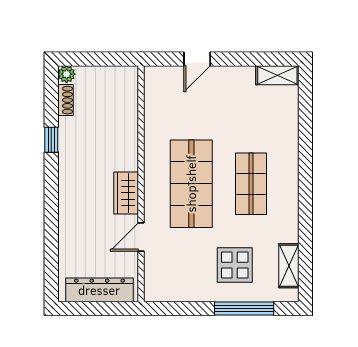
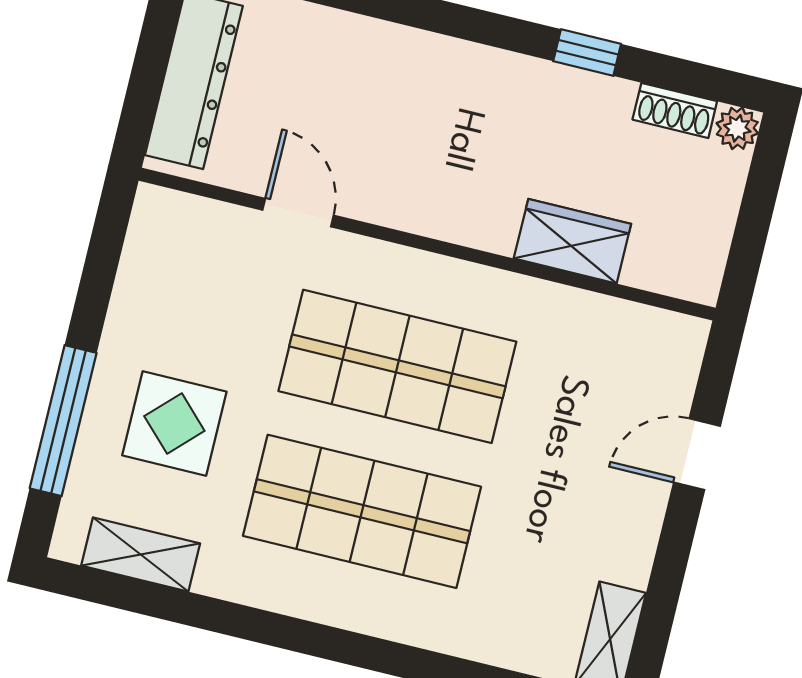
door: (197, 59) -> (697, 454), hinge flipped
shop shelf: (251, 184) -> (362, 511), width x1.43, depth x1.36
wardrobe: (126, 193) -> (572, 241), moved

